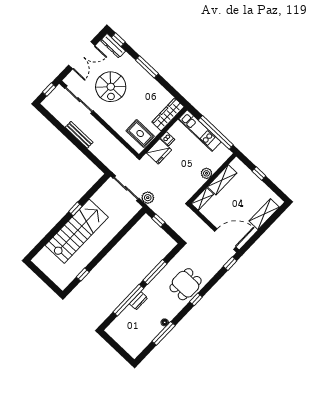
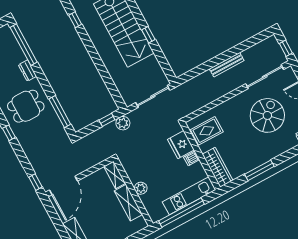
window: (147, 67) -> (259, 170), moved
spiral stairs: (111, 87) -> (267, 115), turned 90
plant: (148, 198) -> (123, 123), moved
window: (155, 272) -> (60, 112), moved
dining table: (186, 284) -> (26, 106), moved, turned 90
window: (128, 300) -> (24, 45), moved

